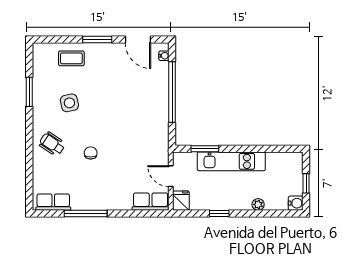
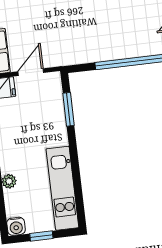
kitchen unit: (231, 161) -> (62, 188), moved

